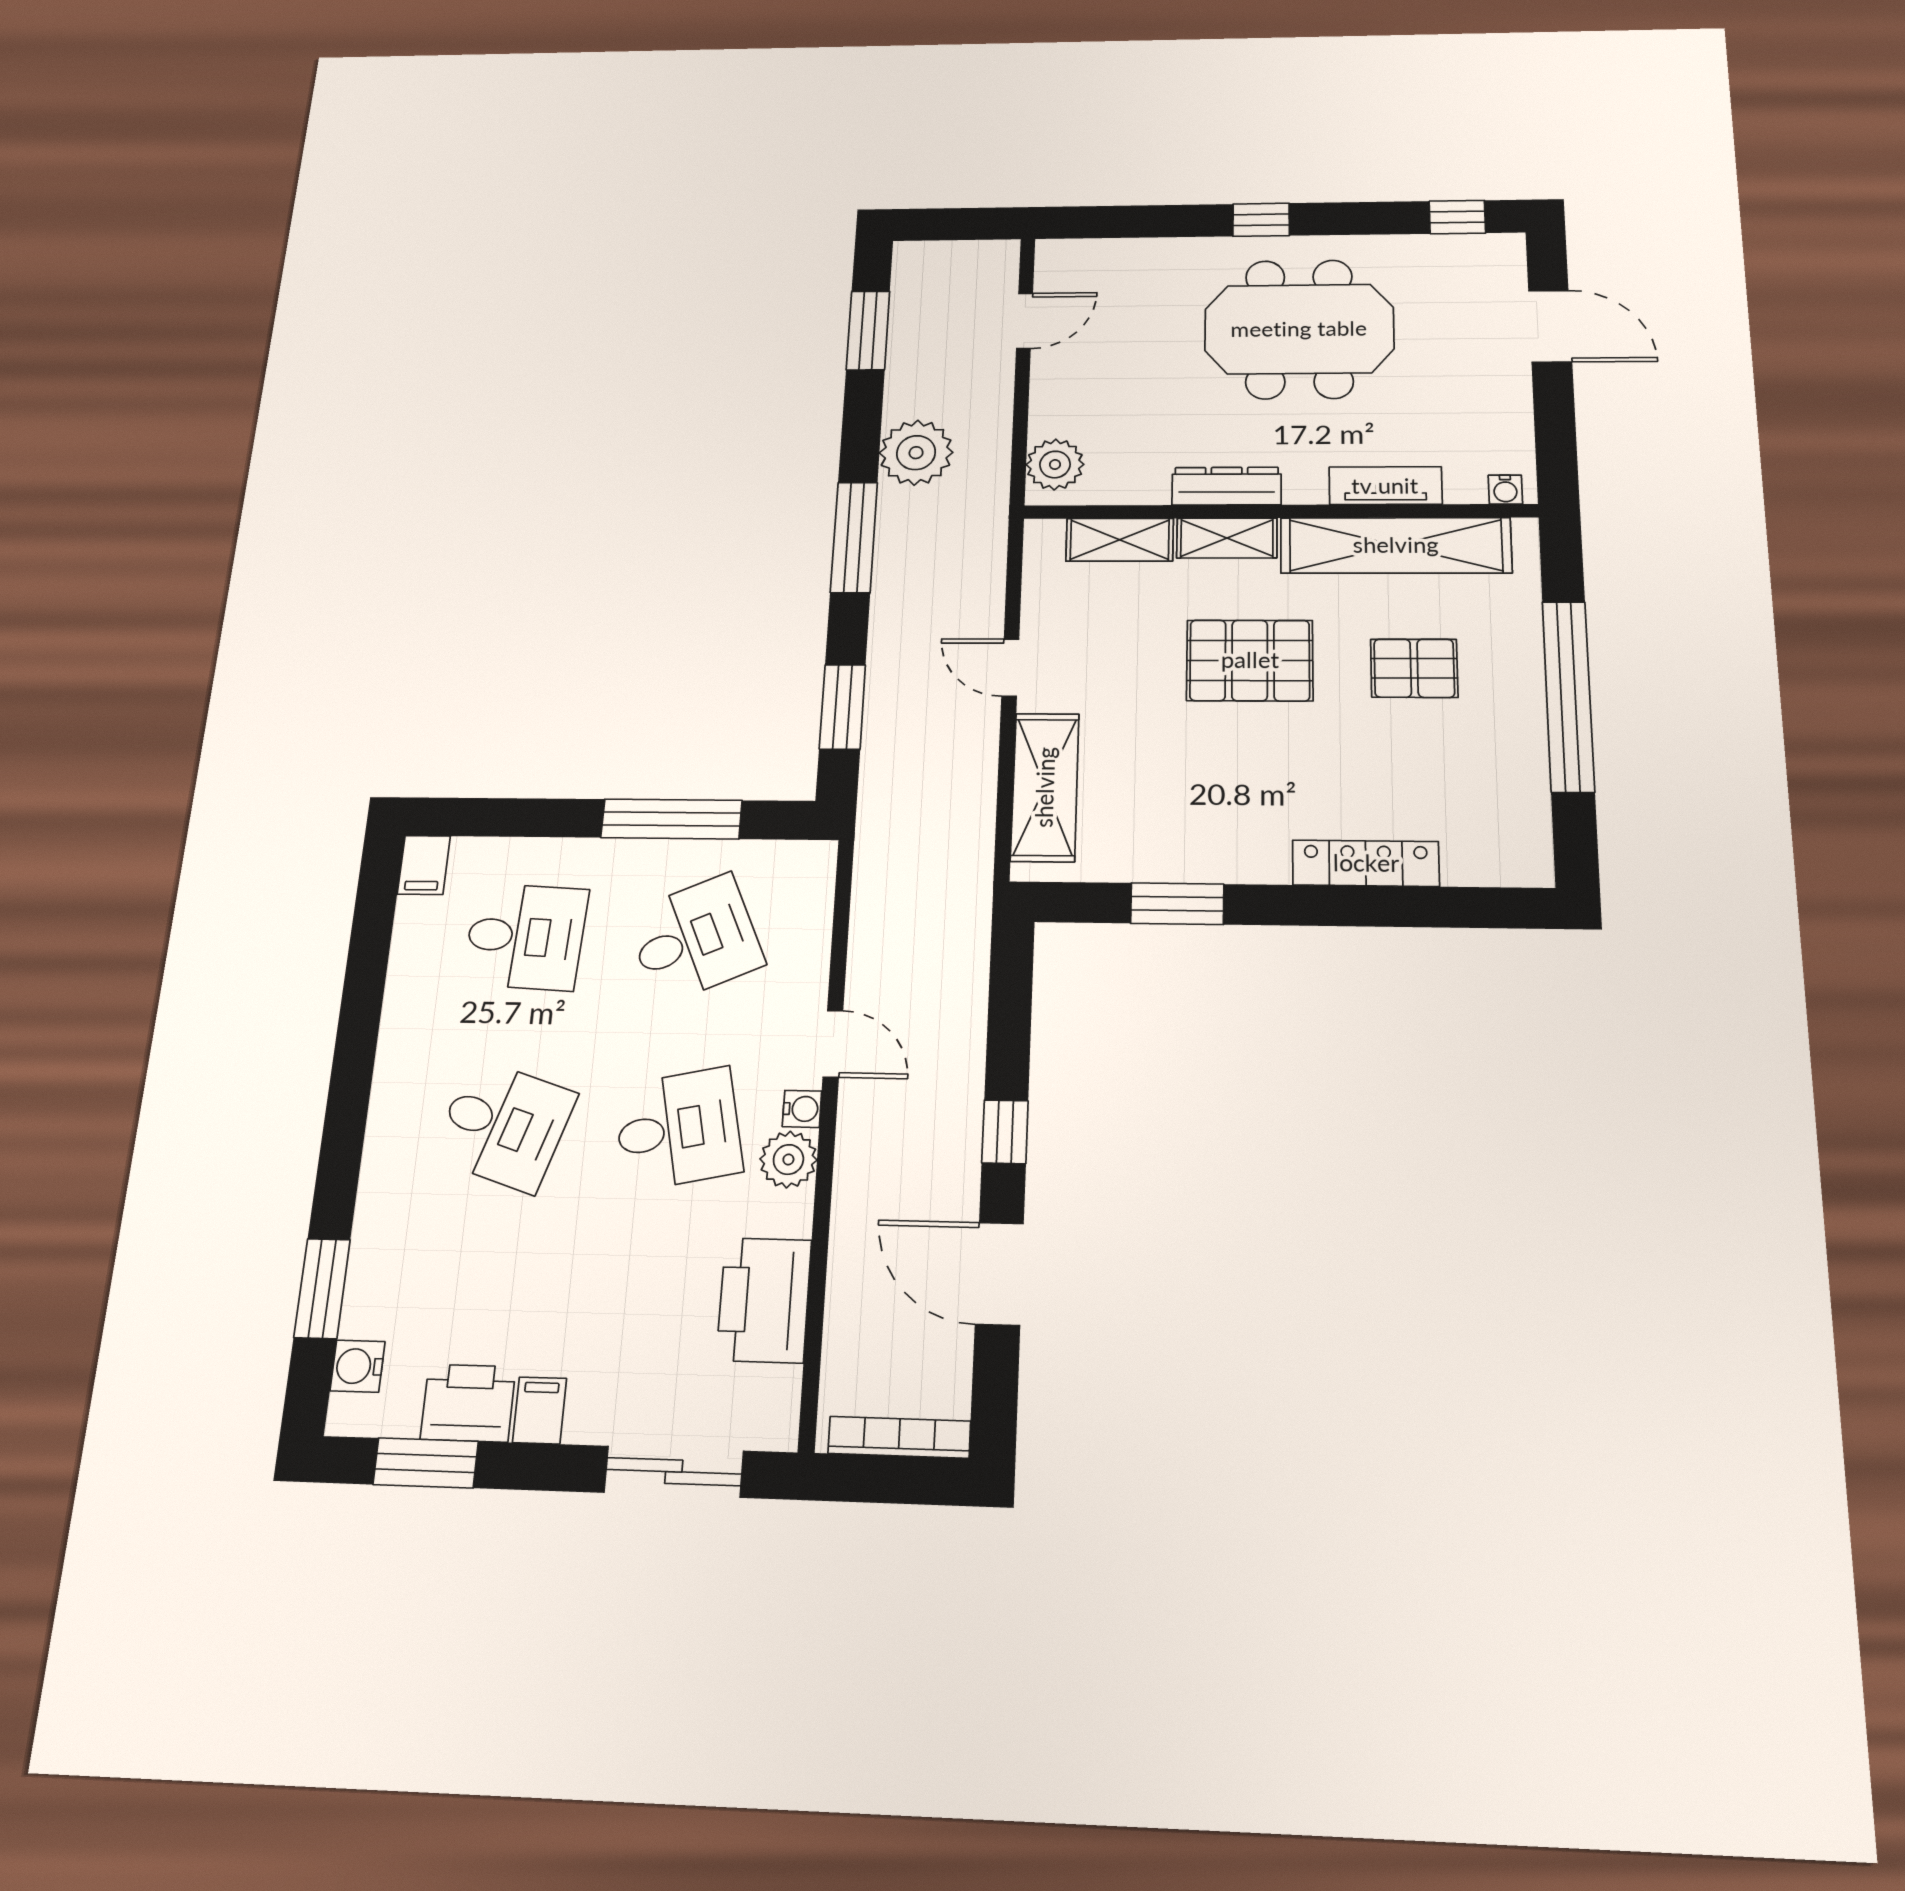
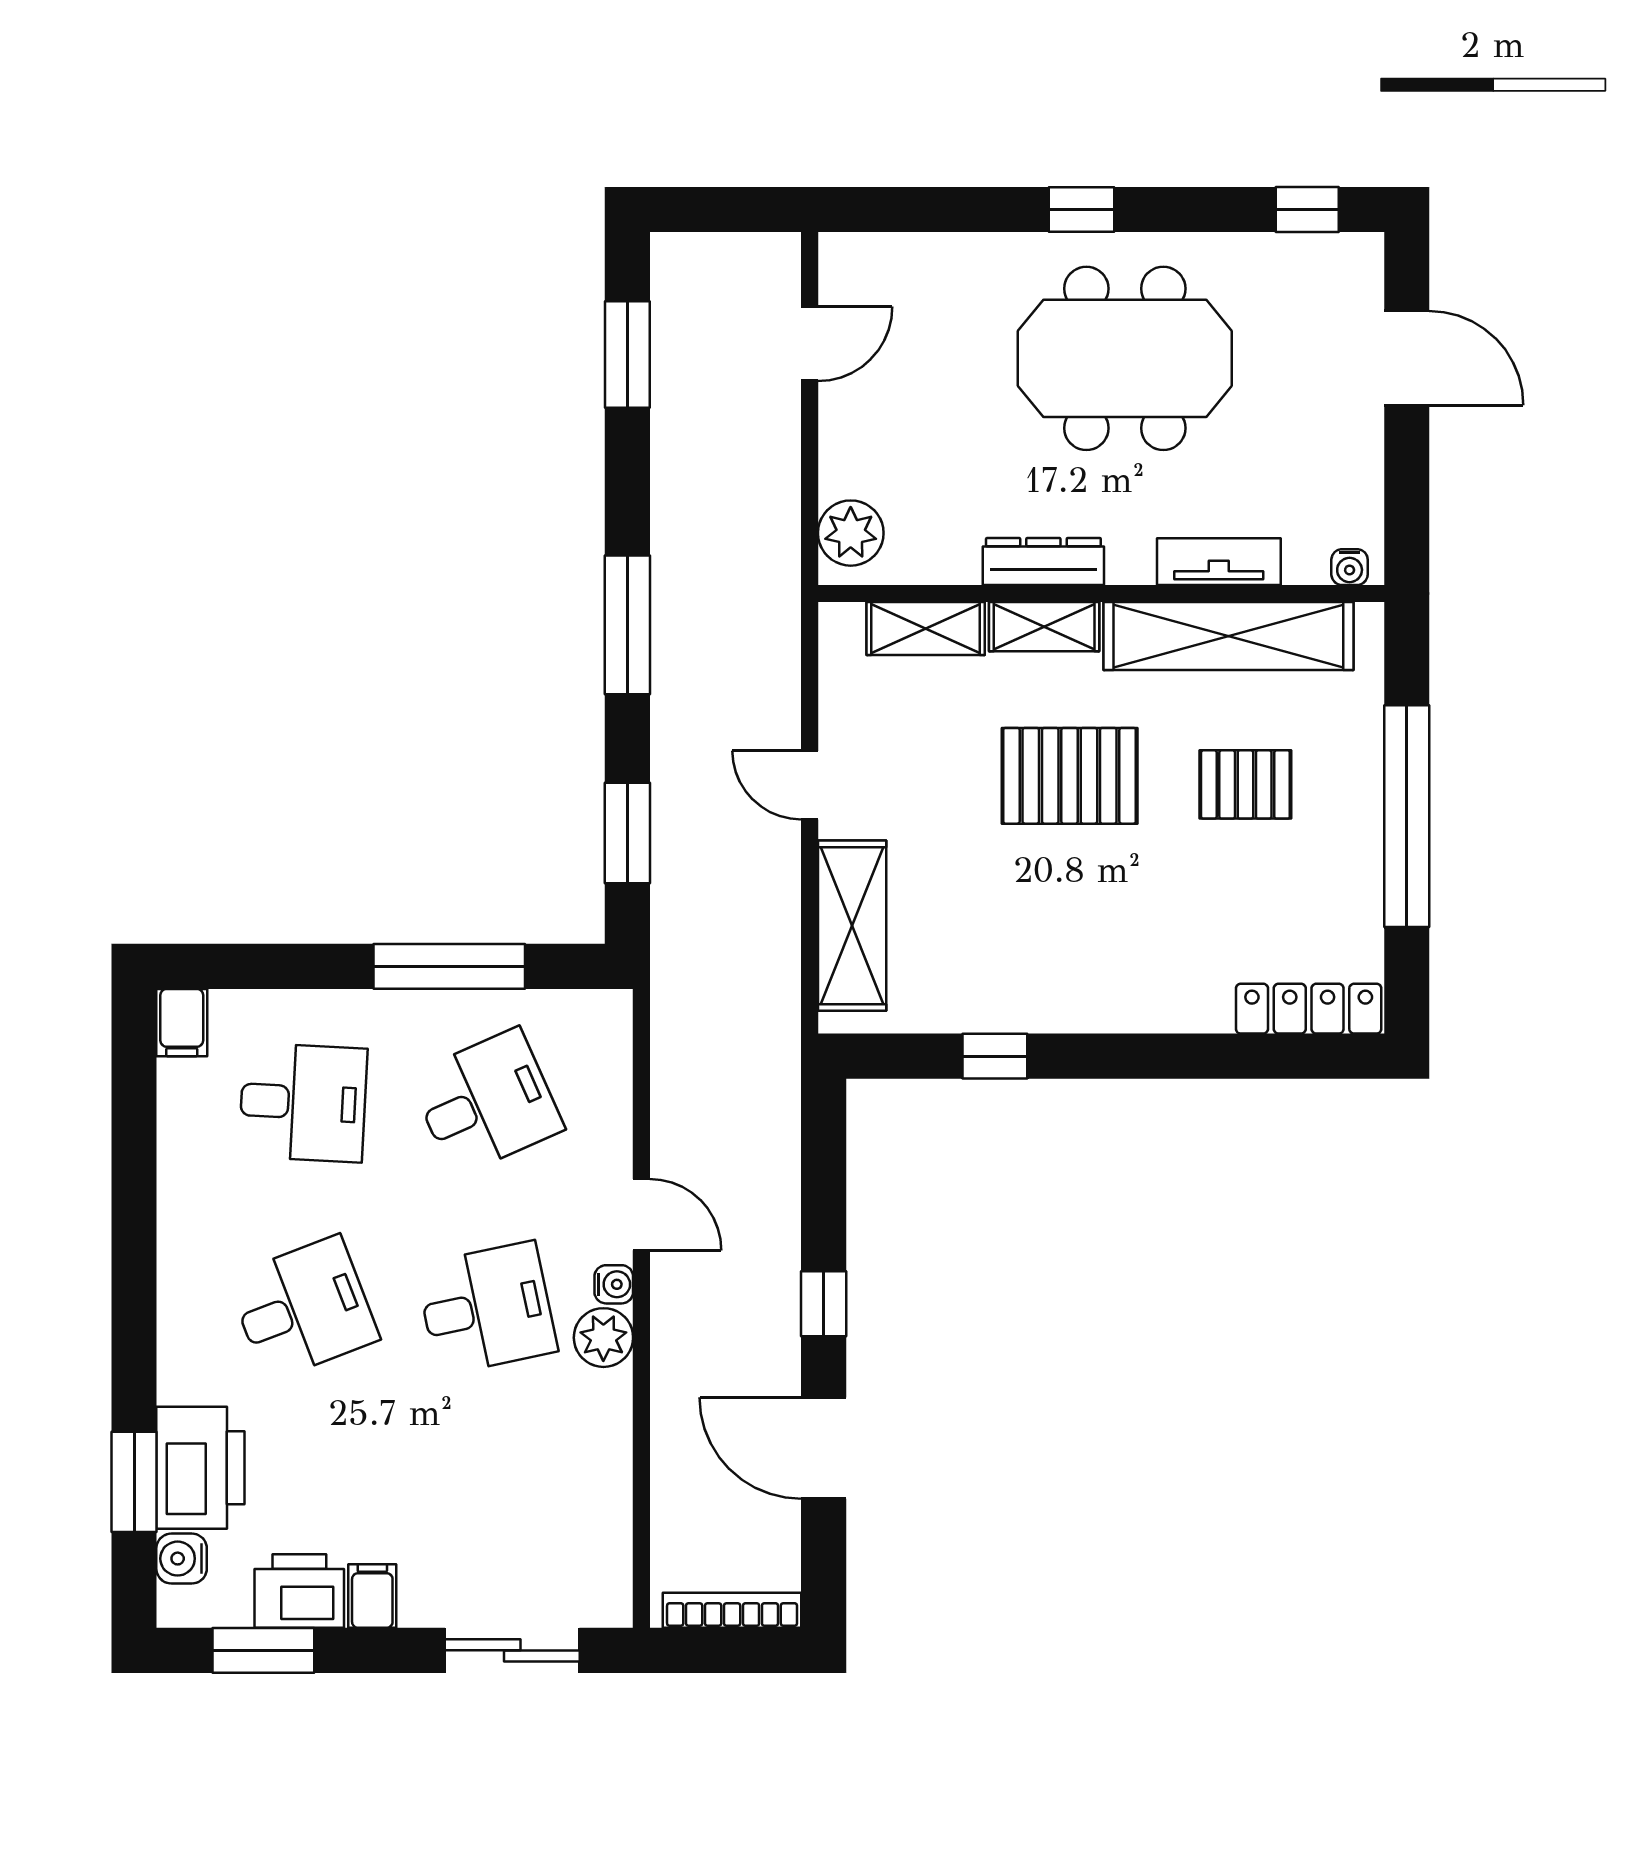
plant: (916, 453) -> (692, 517), removed
locker: (1366, 863) -> (1309, 1009), moved
window: (1177, 904) -> (995, 1056), width x0.67
desk: (504, 1125) -> (303, 1308), turned -39
printer: (764, 1300) -> (200, 1468), moved, turned 180

